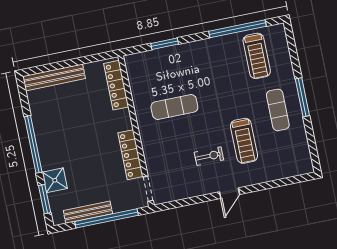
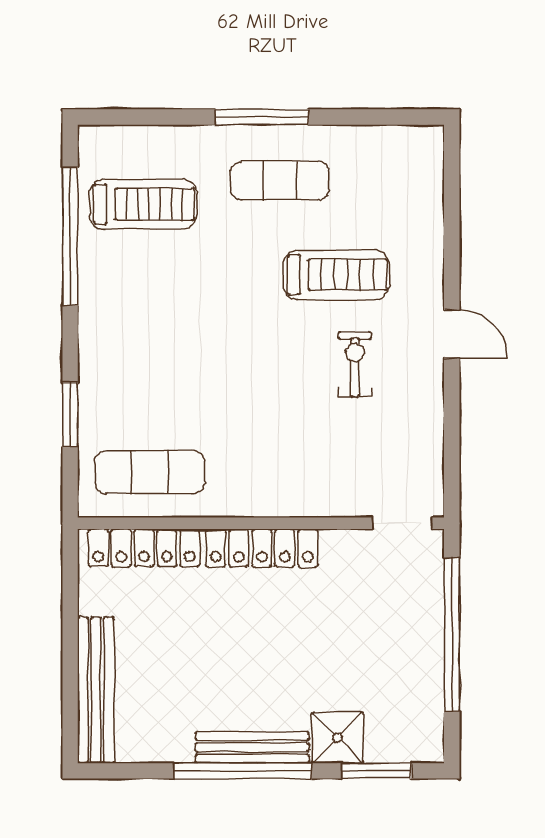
exercise mat: (174, 107) -> (150, 472), moved, turned 90
locker: (130, 155) -> (262, 548), moved
bench: (88, 212) -> (252, 747), moved, turned 90

